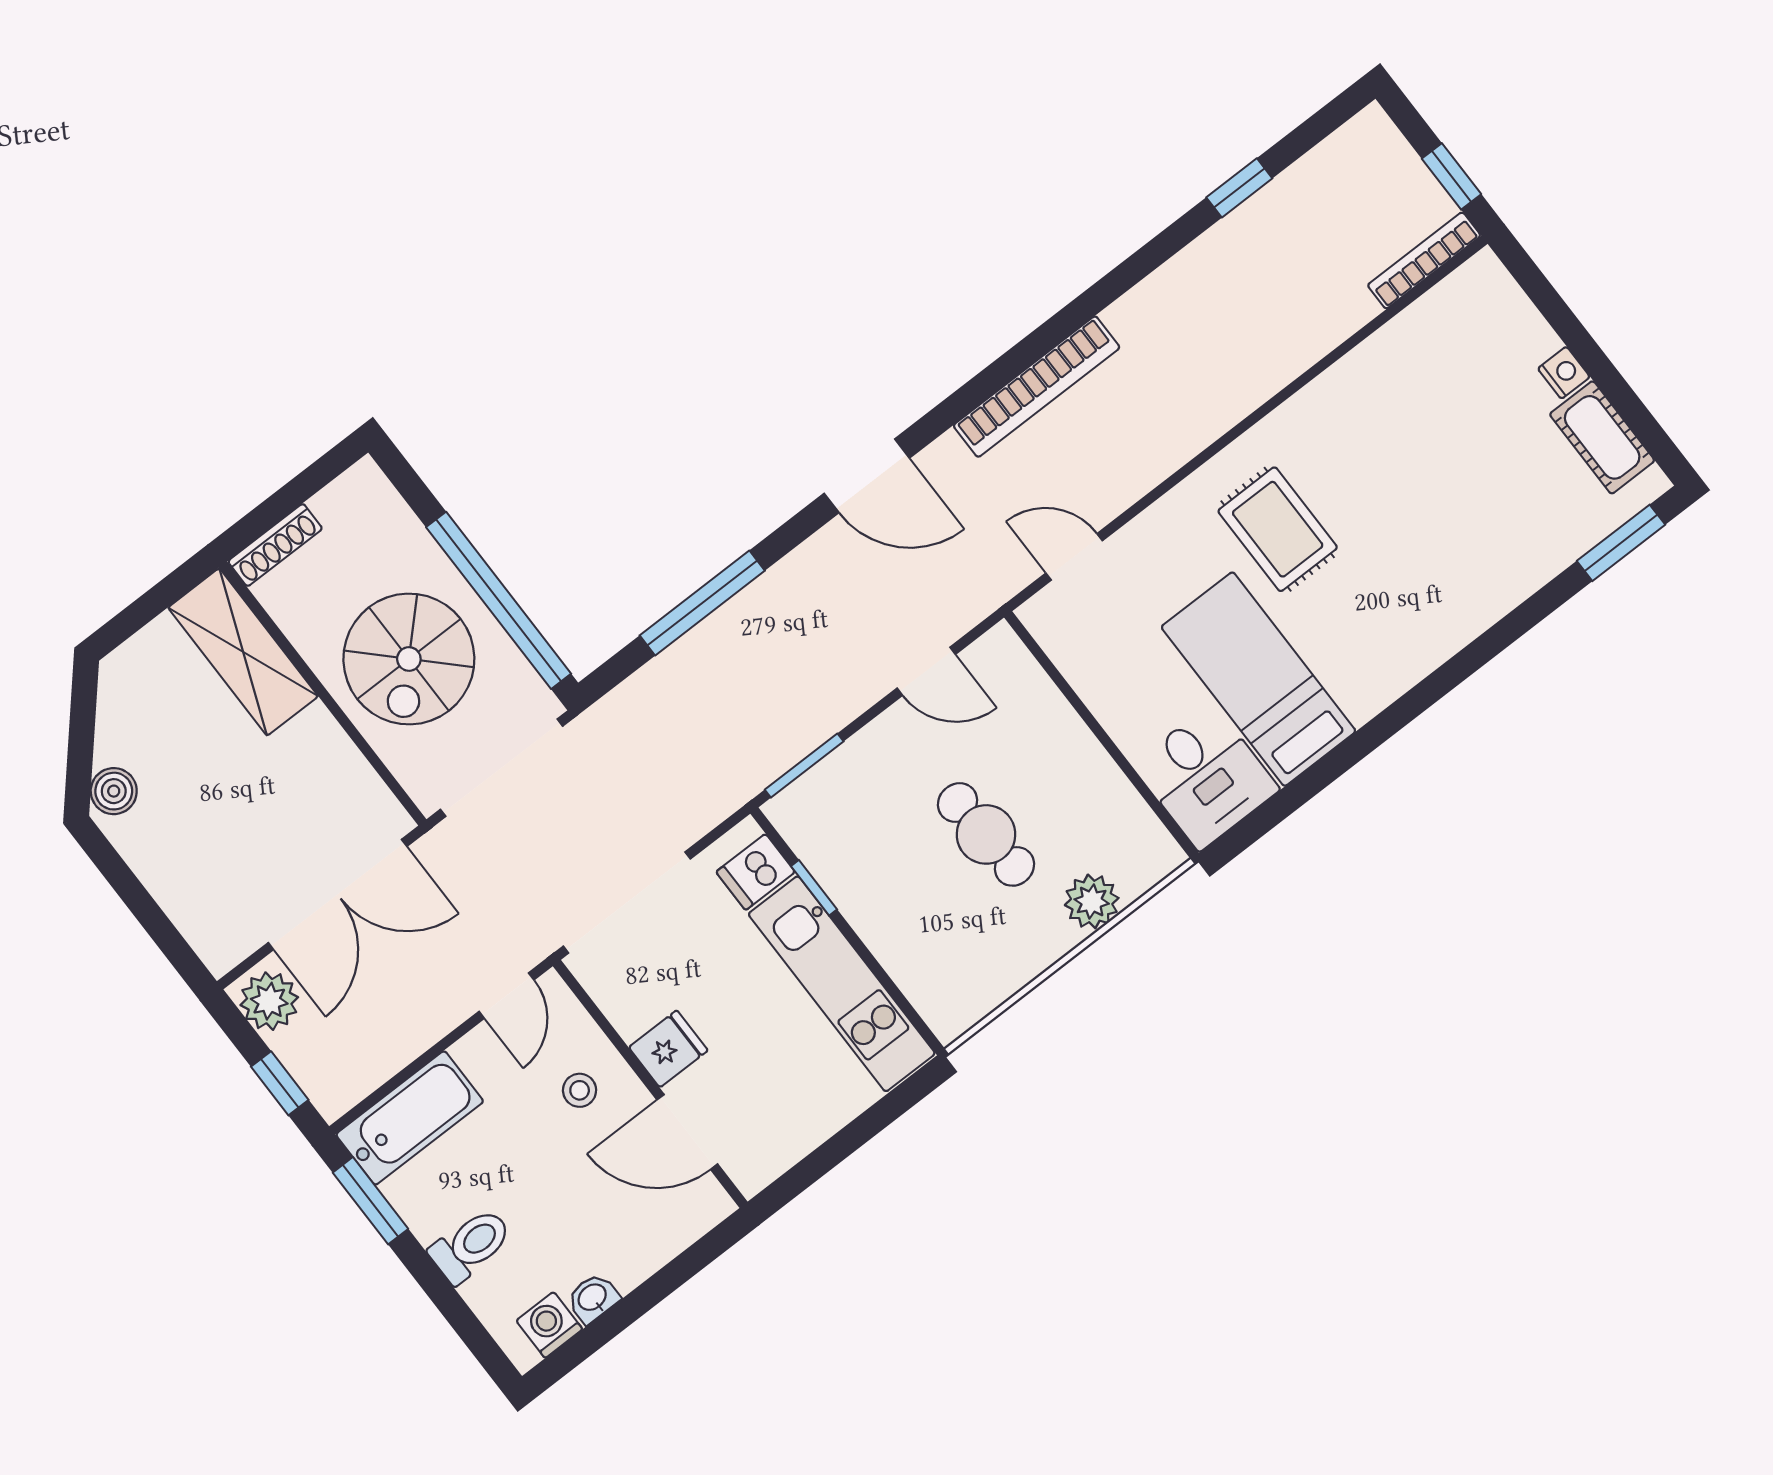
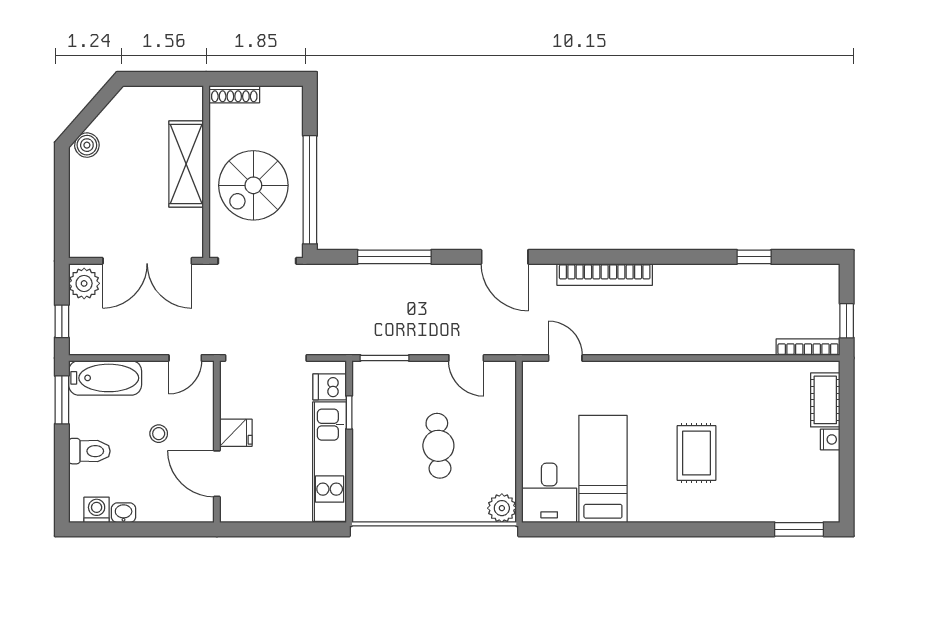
cot: (1602, 437) -> (825, 400), moved
rug: (1278, 529) -> (696, 453), moved
shelving: (243, 652) -> (186, 164), moved
plant: (1092, 901) -> (502, 508), moved
stool: (580, 1090) -> (159, 434), moved

